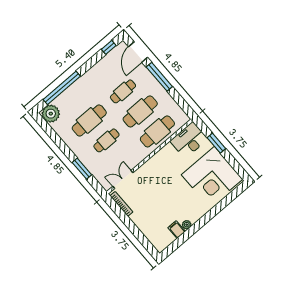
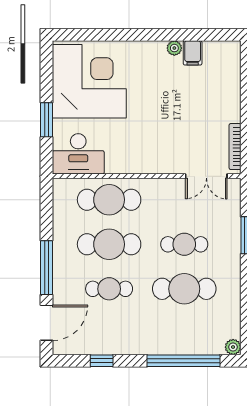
window: (109, 47) -> (102, 361), moved
plant: (51, 114) -> (233, 347), width x0.53, depth x0.53

